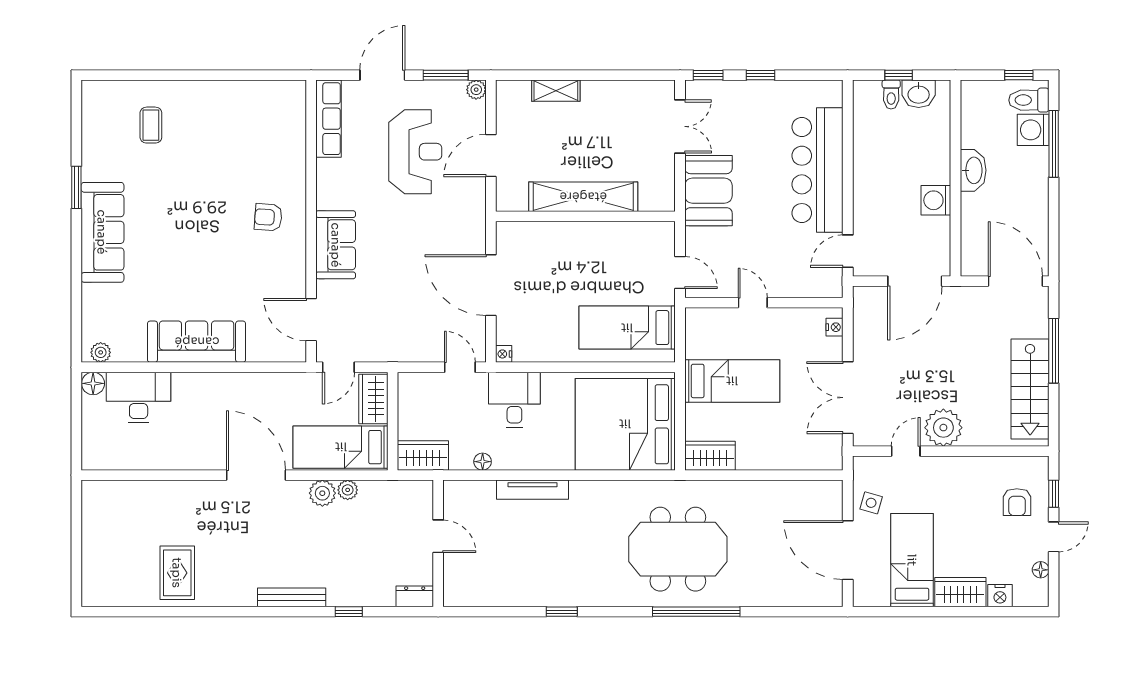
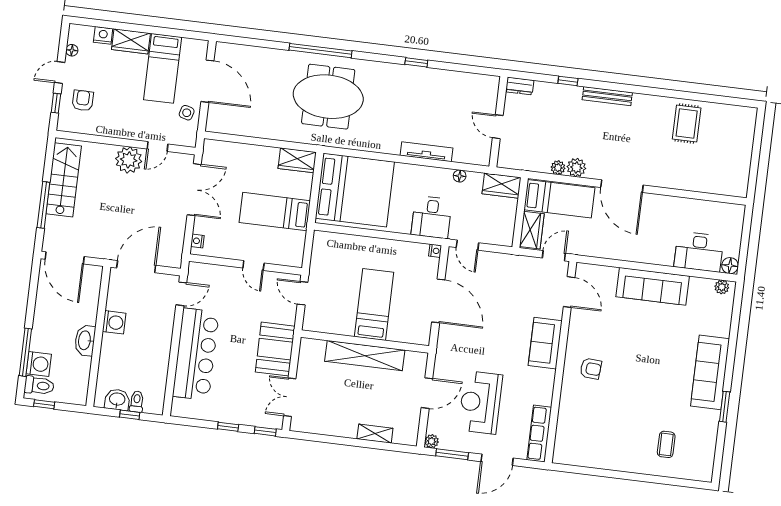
bed: (627, 328) -> (374, 304), moved, turned -90

